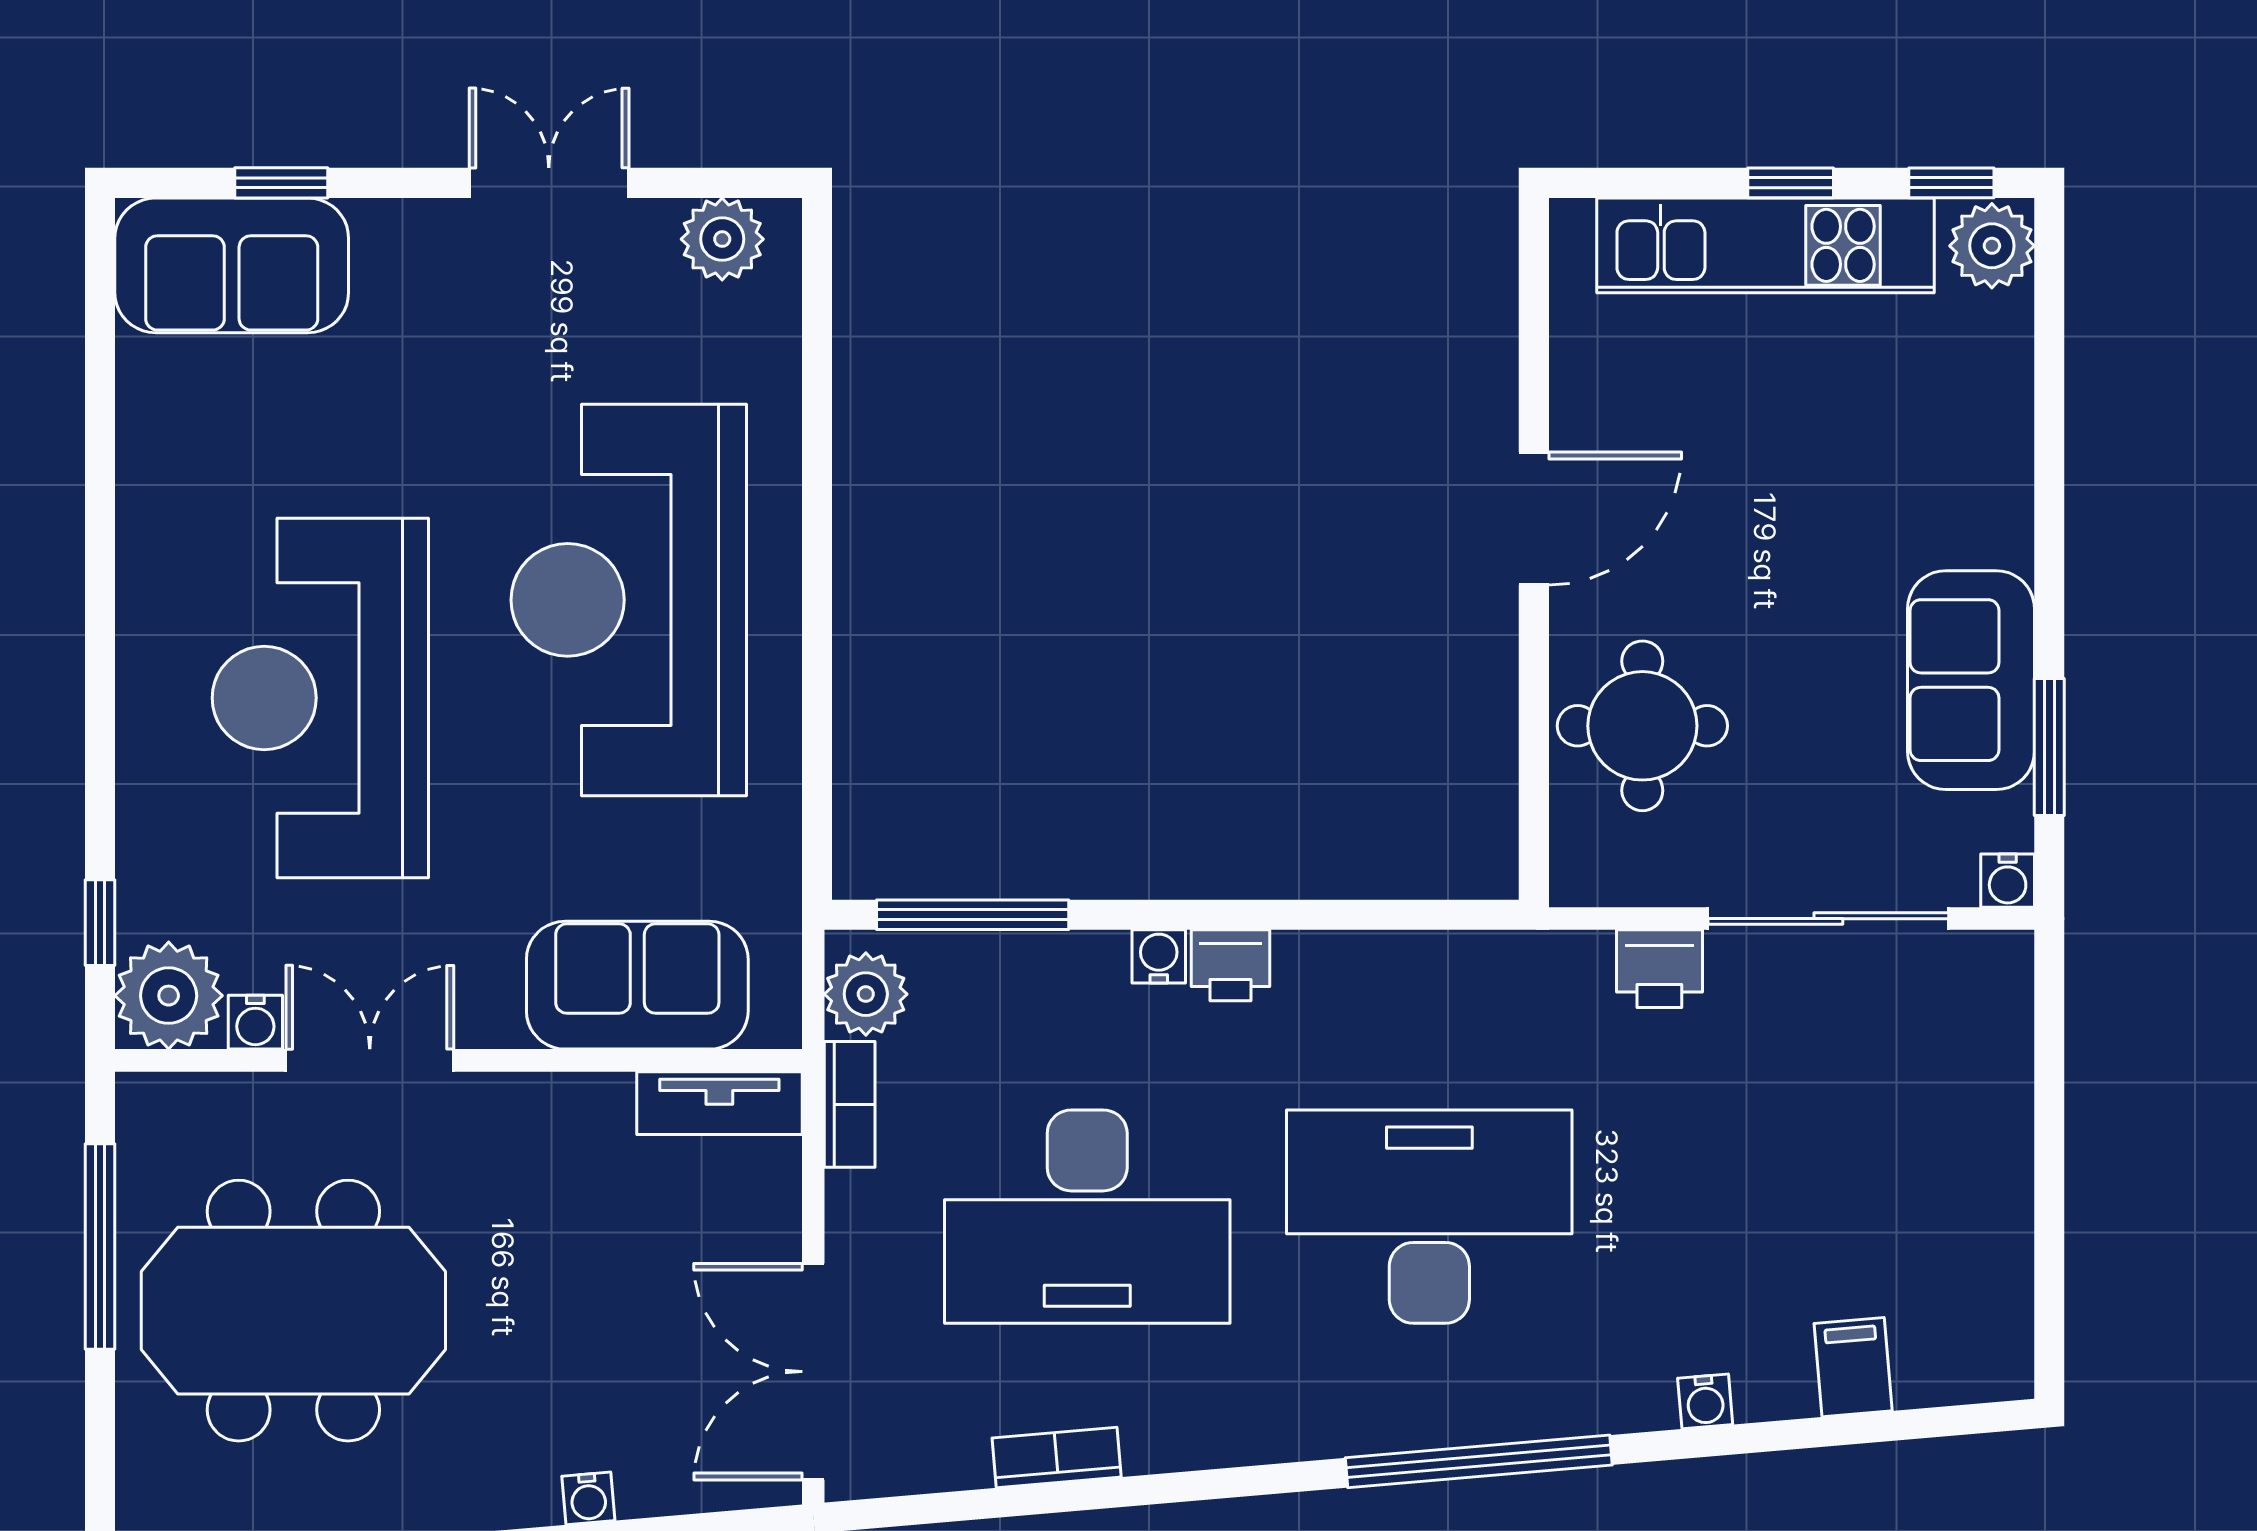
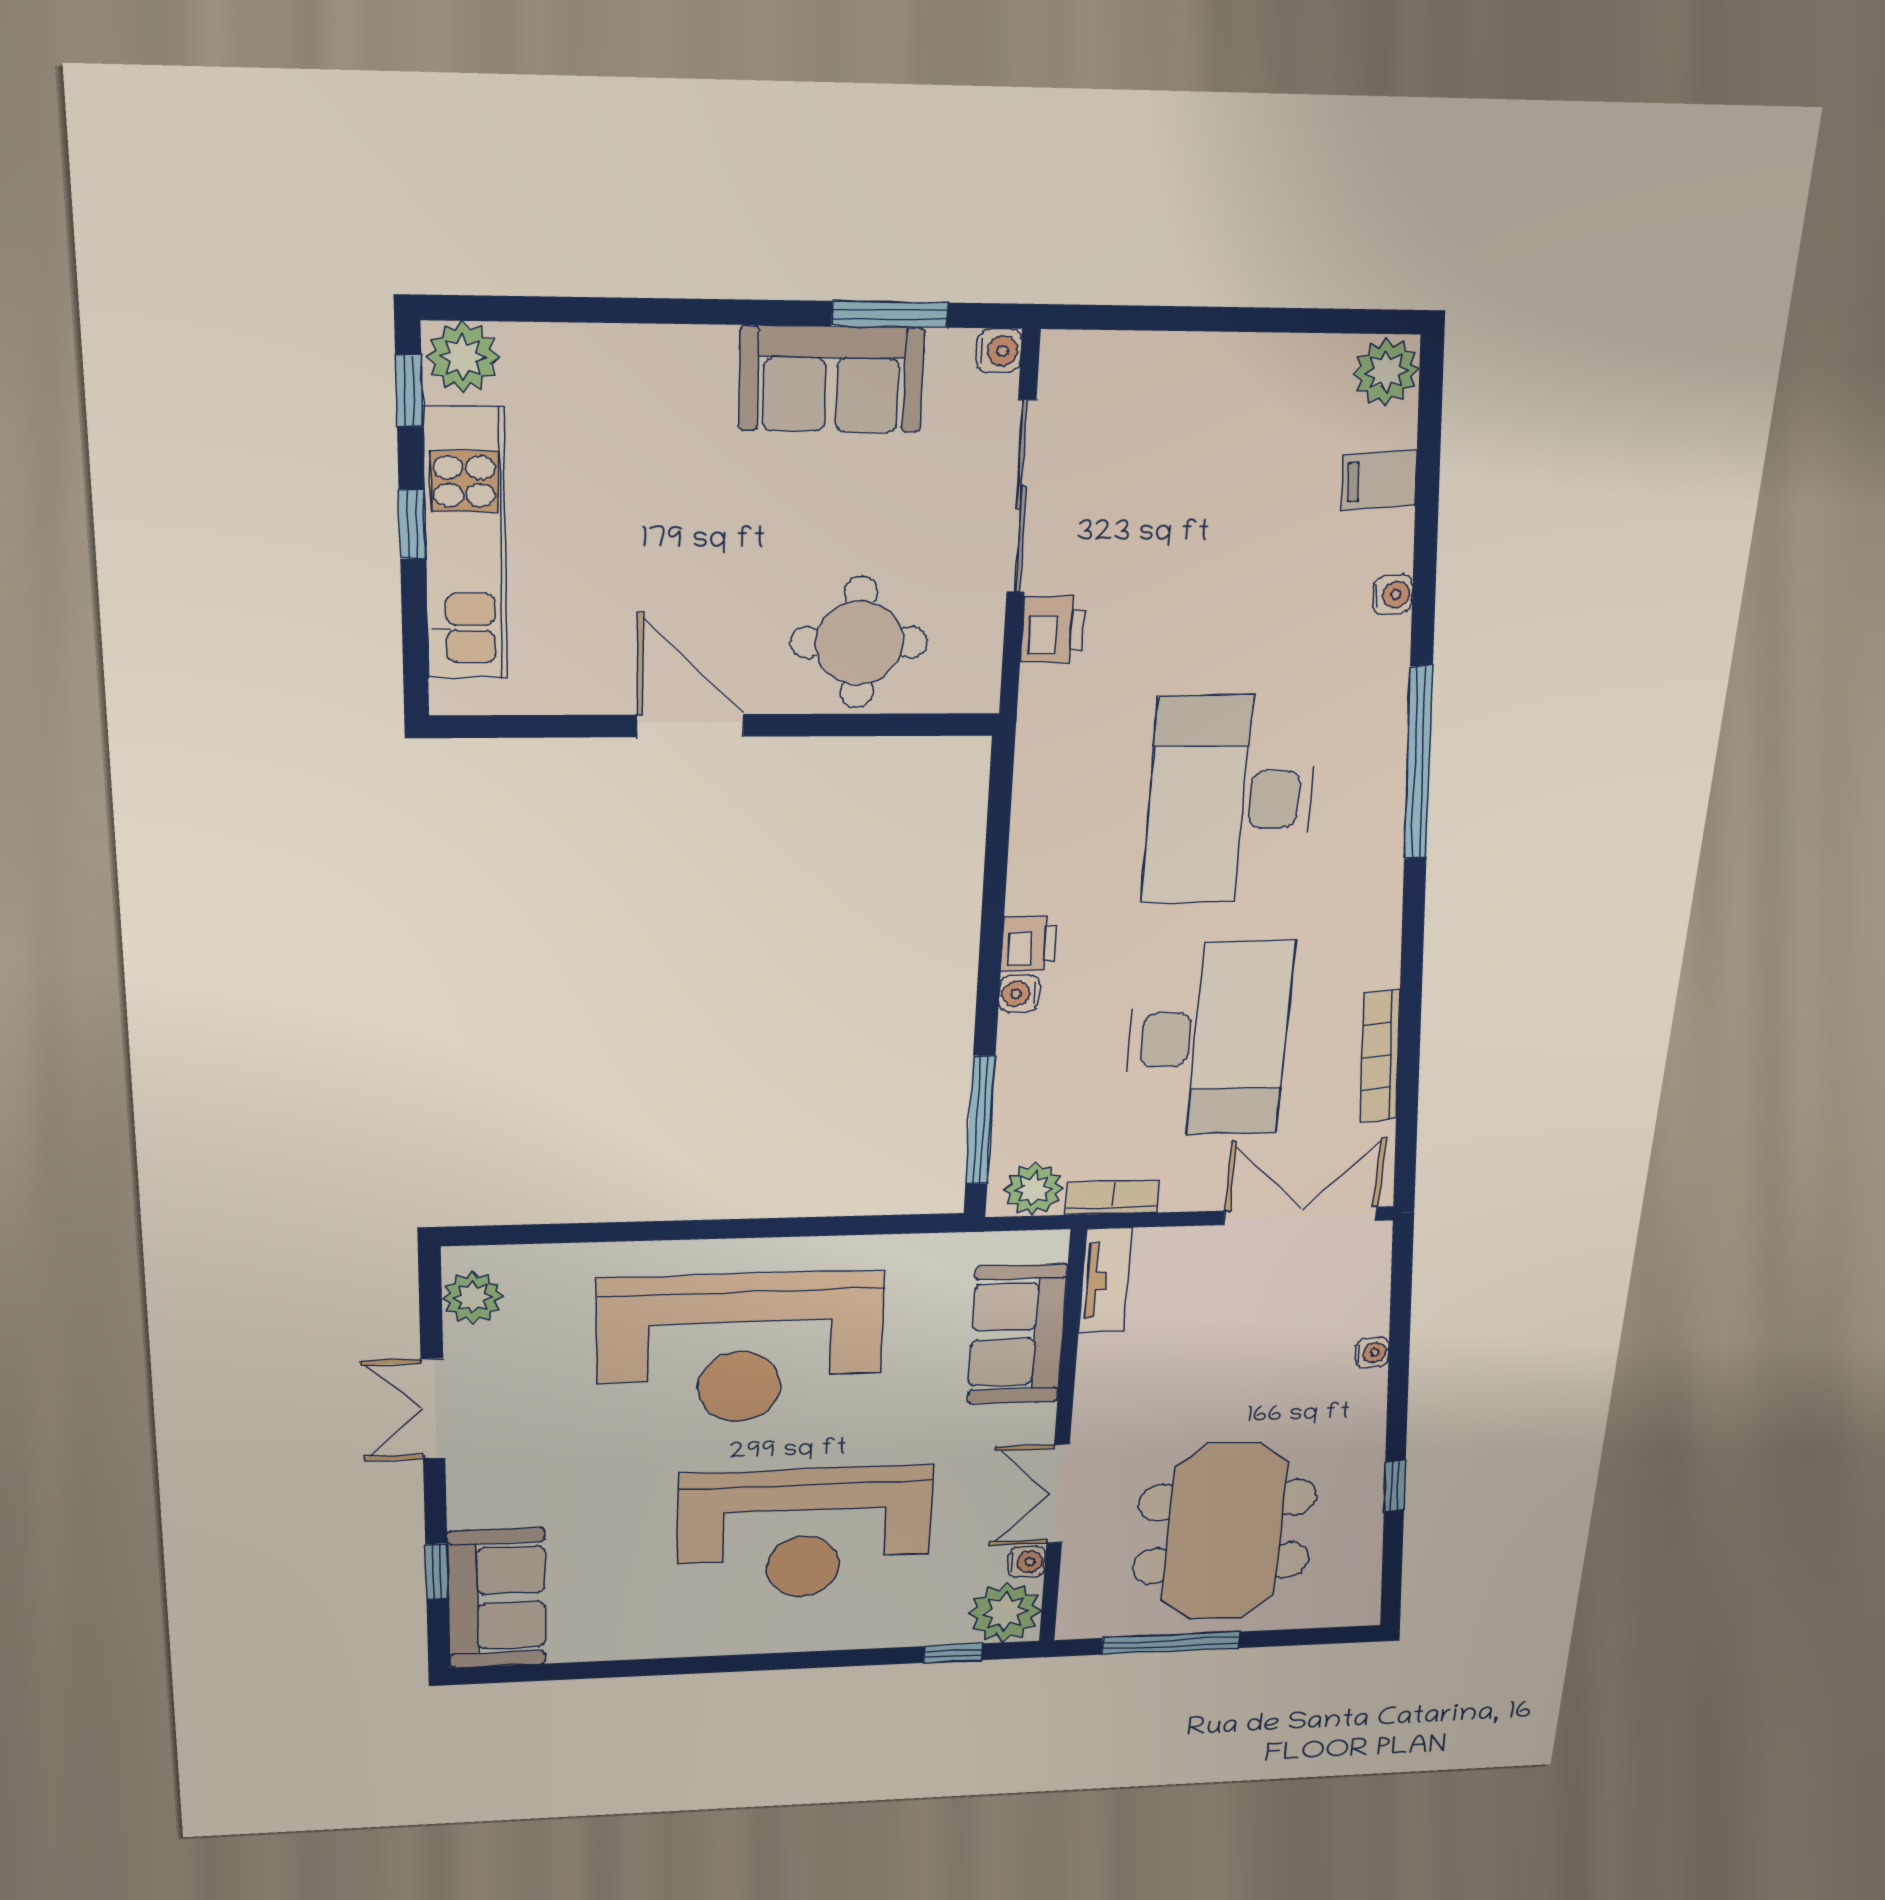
plant: (1988, 1361) -> (1386, 372), added
double door: (813, 1372) -> (1301, 1216), swing flipped
bookcase: (1057, 1457) -> (1380, 1056), width x1.56

